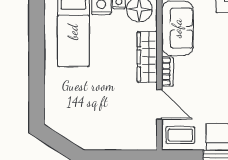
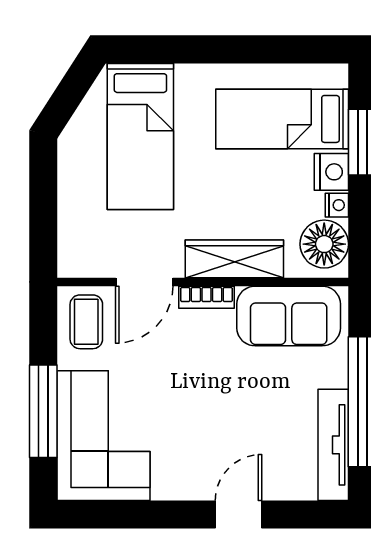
bed: (83, 106) -> (140, 136), added

